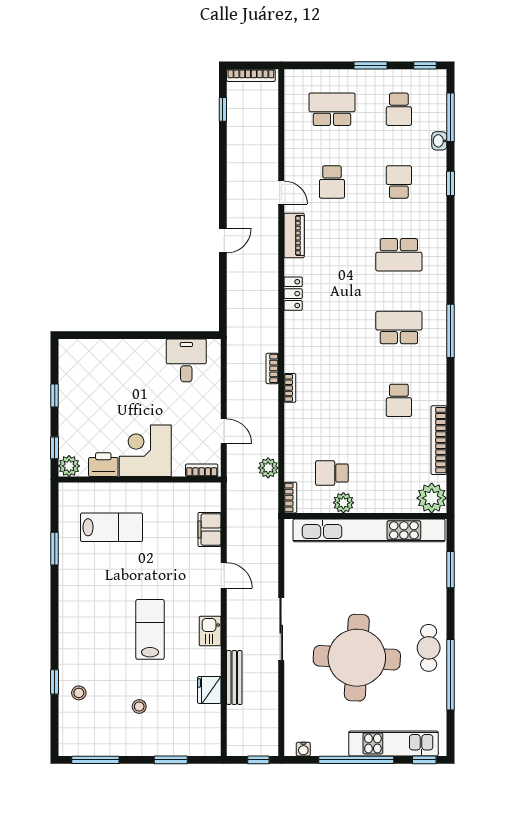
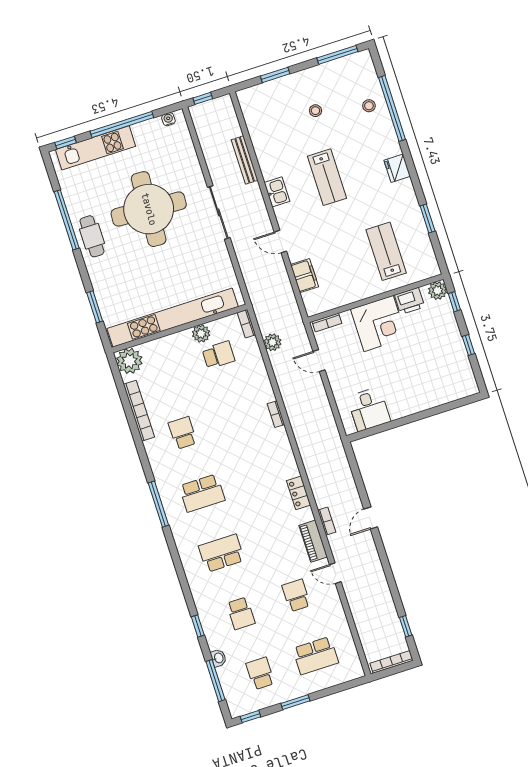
bookcase: (272, 368) -> (327, 521), moved
lab bench: (112, 527) -> (386, 251), turned 90
window: (55, 682) -> (392, 108), width x3.17
fridge: (209, 690) -> (397, 168), moved, turned 180

